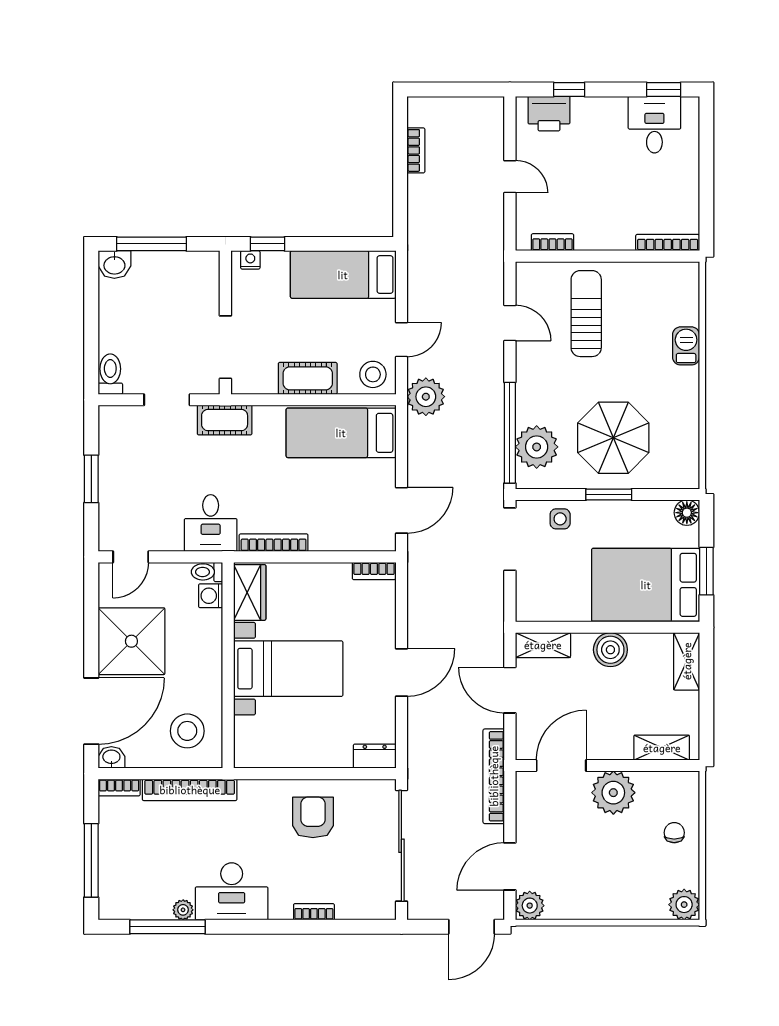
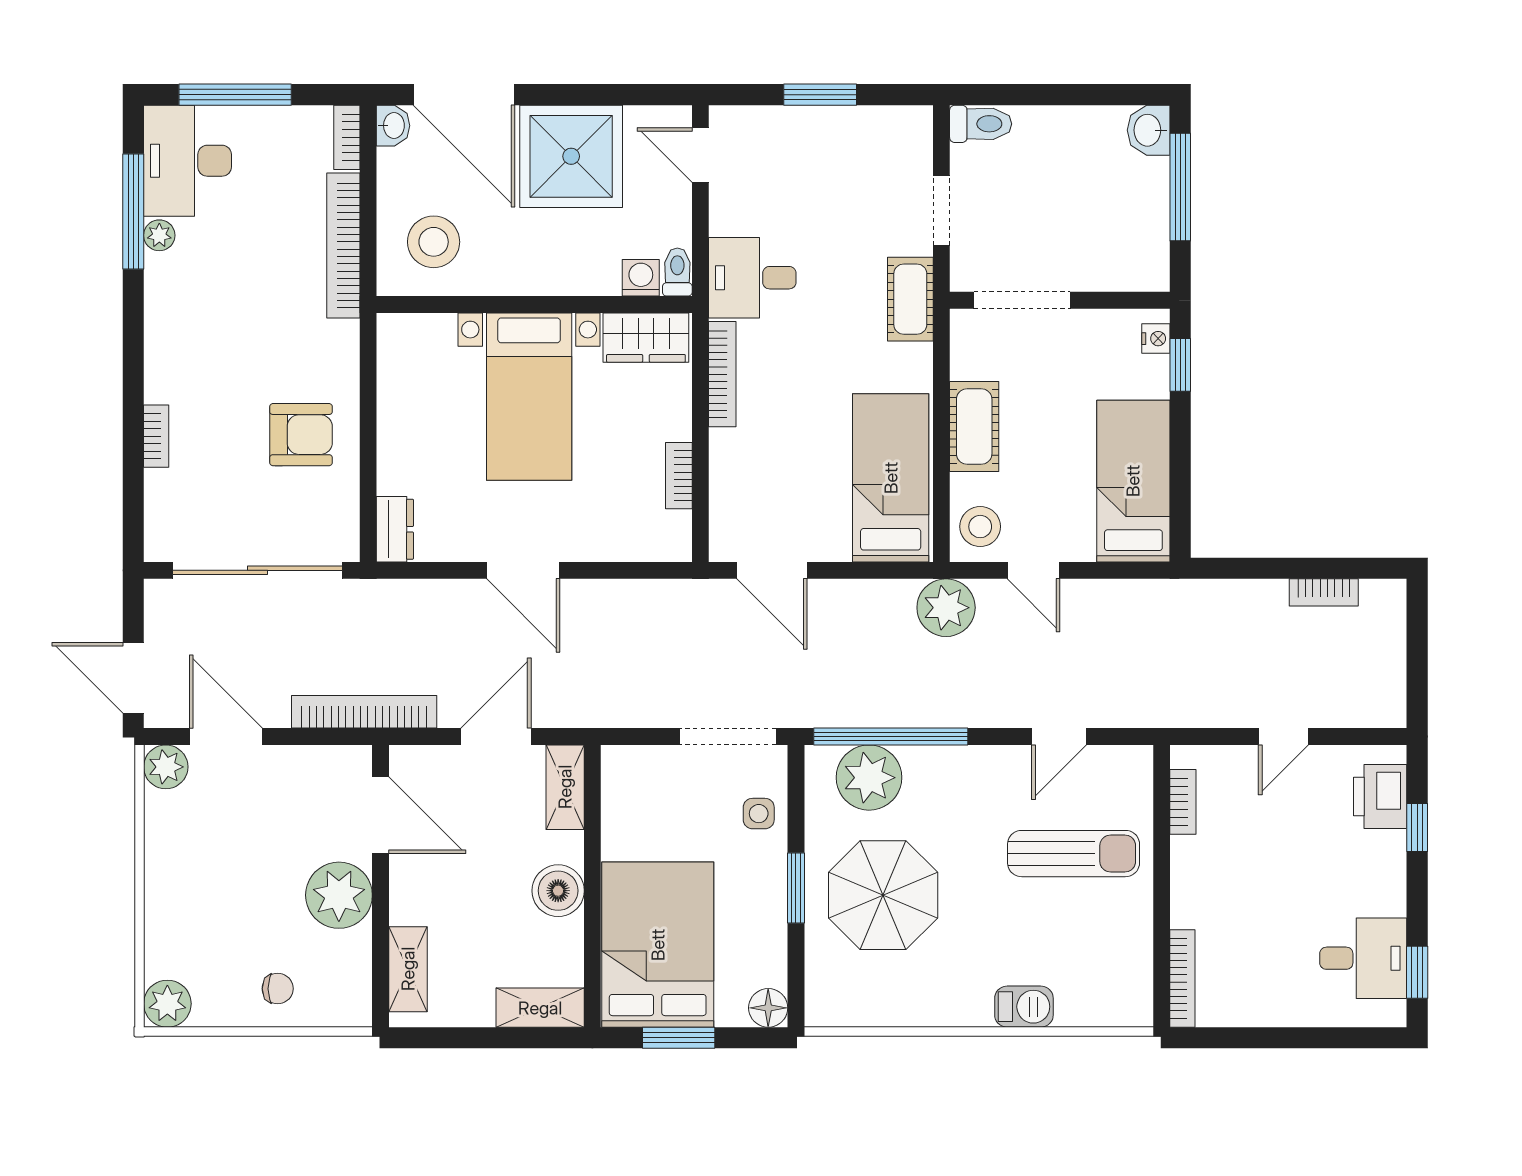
bookcase: (374, 571) -> (679, 476), moved
desk: (232, 891) -> (187, 161), moved

